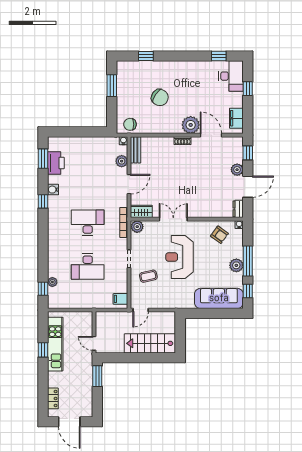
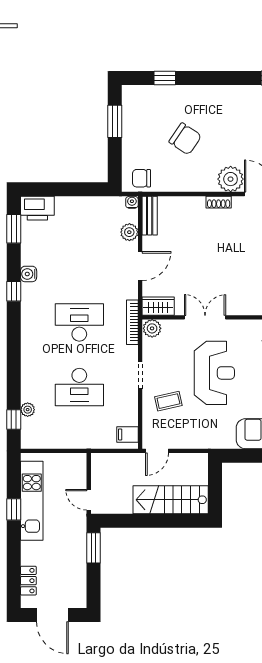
printer: (56, 163) -> (37, 208), moved, turned 90
reception desk: (180, 257) -> (214, 373), turned 180

